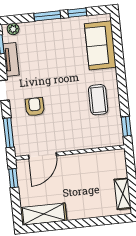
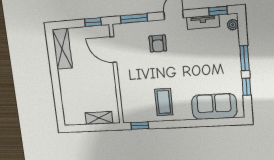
coffee table: (98, 100) -> (164, 102), turned 90
armchair: (35, 107) -> (158, 44), turned 90
shelving: (123, 194) -> (99, 118), moved

